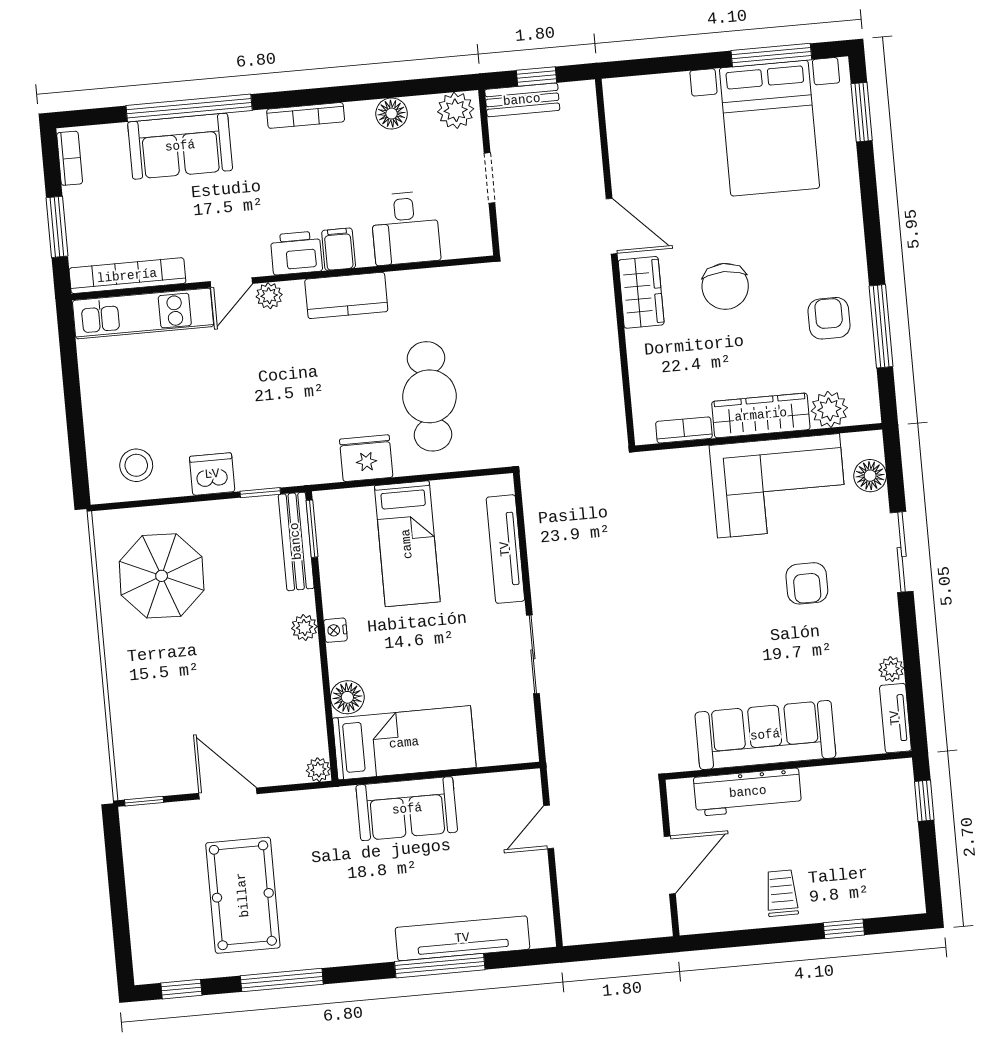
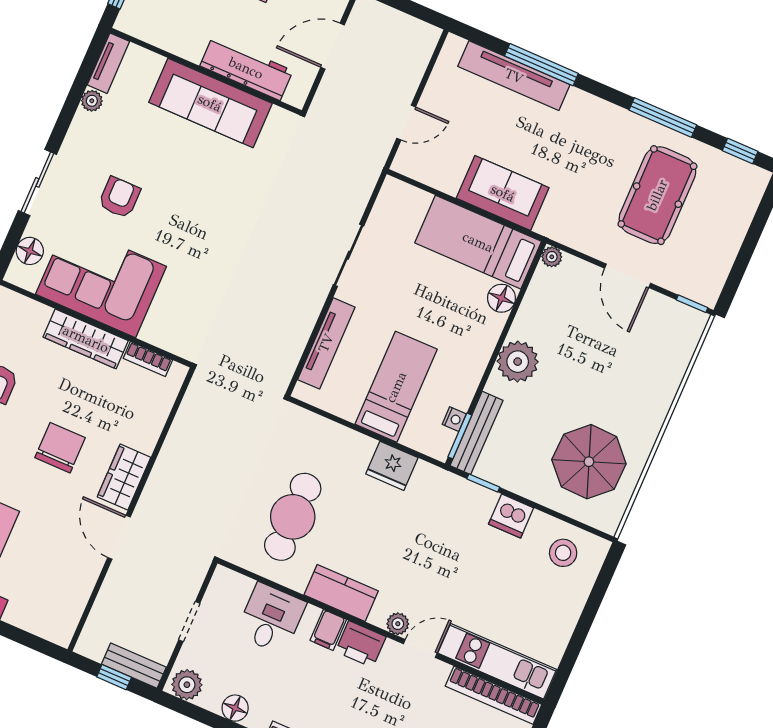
cafe table: (429, 396) -> (293, 517), moved
plant: (829, 409) -> (33, 316), removed
plant: (304, 627) -> (518, 362), width x1.87, depth x1.87
nightstand: (335, 630) -> (454, 419), moved

